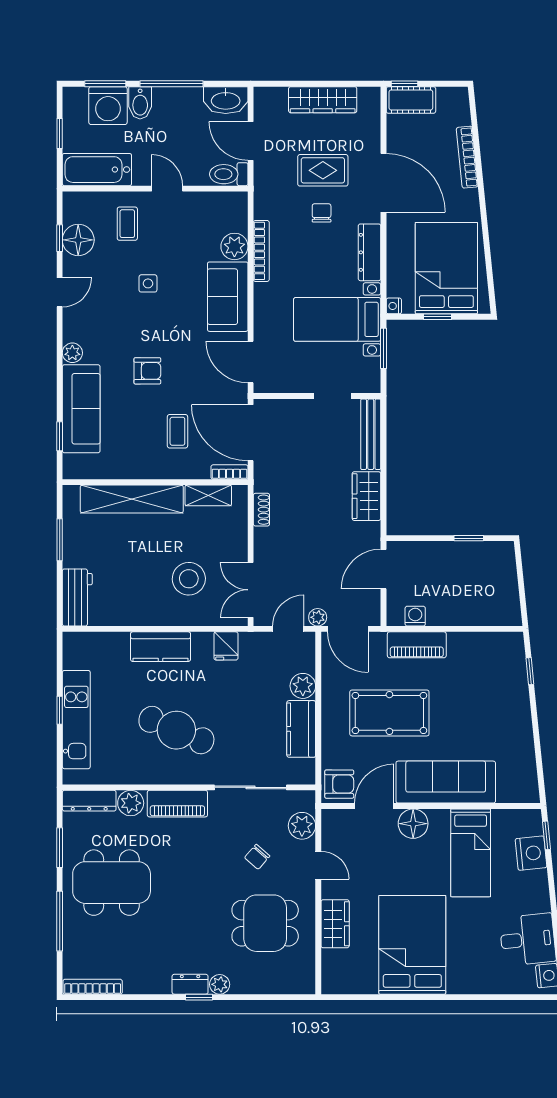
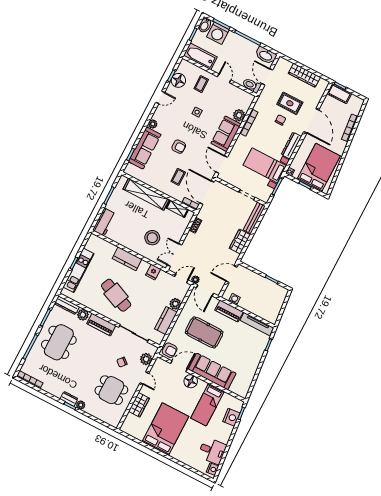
bidet: (140, 103) -> (205, 25), moved
tv unit: (485, 642) -> (257, 324), added
dining table: (112, 883) -> (59, 342), turned 90

